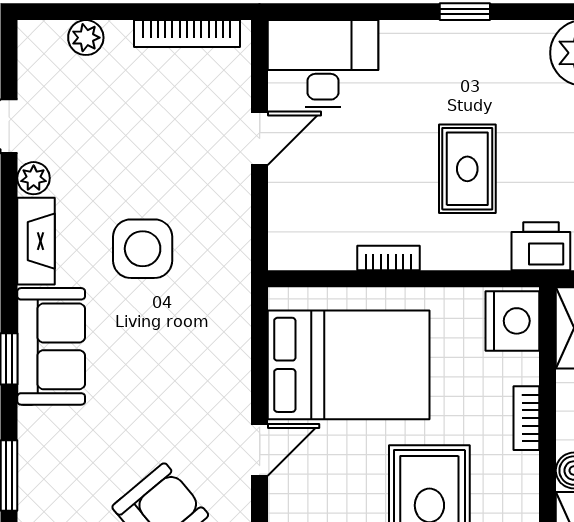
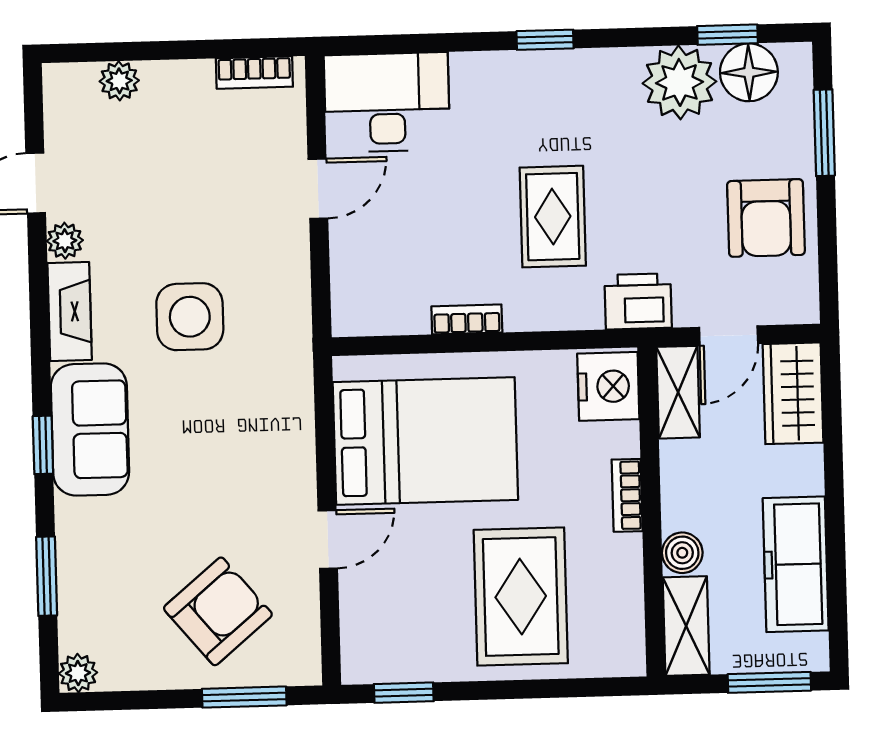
bookcase: (187, 34) -> (254, 73), width x0.64

